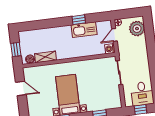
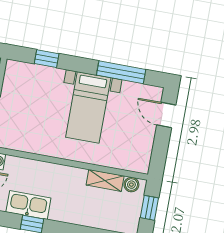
door: (21, 88) -> (166, 115), moved

